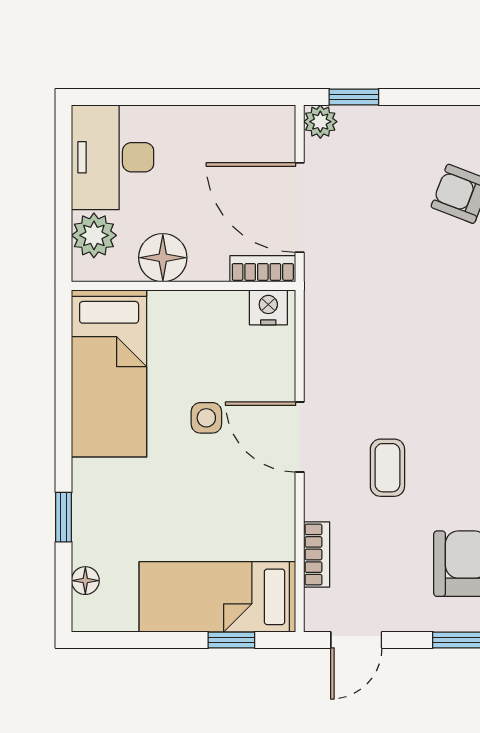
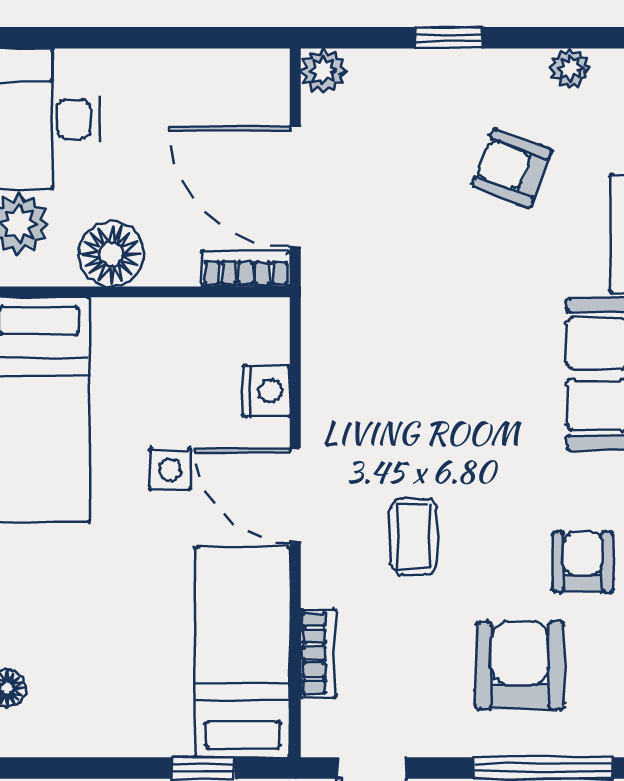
window: (354, 97) -> (448, 38), moved
nightstand: (268, 307) -> (266, 391), moved, turned 90
bed: (217, 597) -> (243, 652), moved, turned 90

